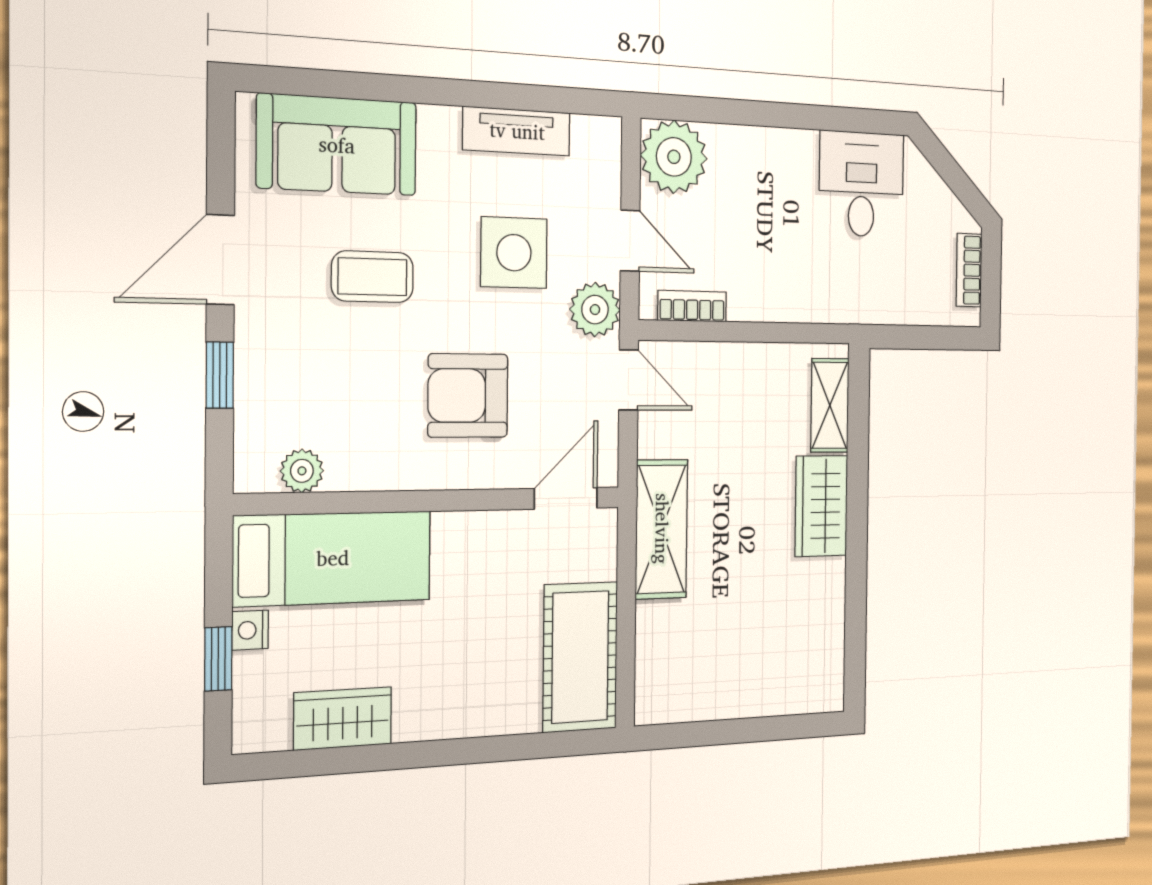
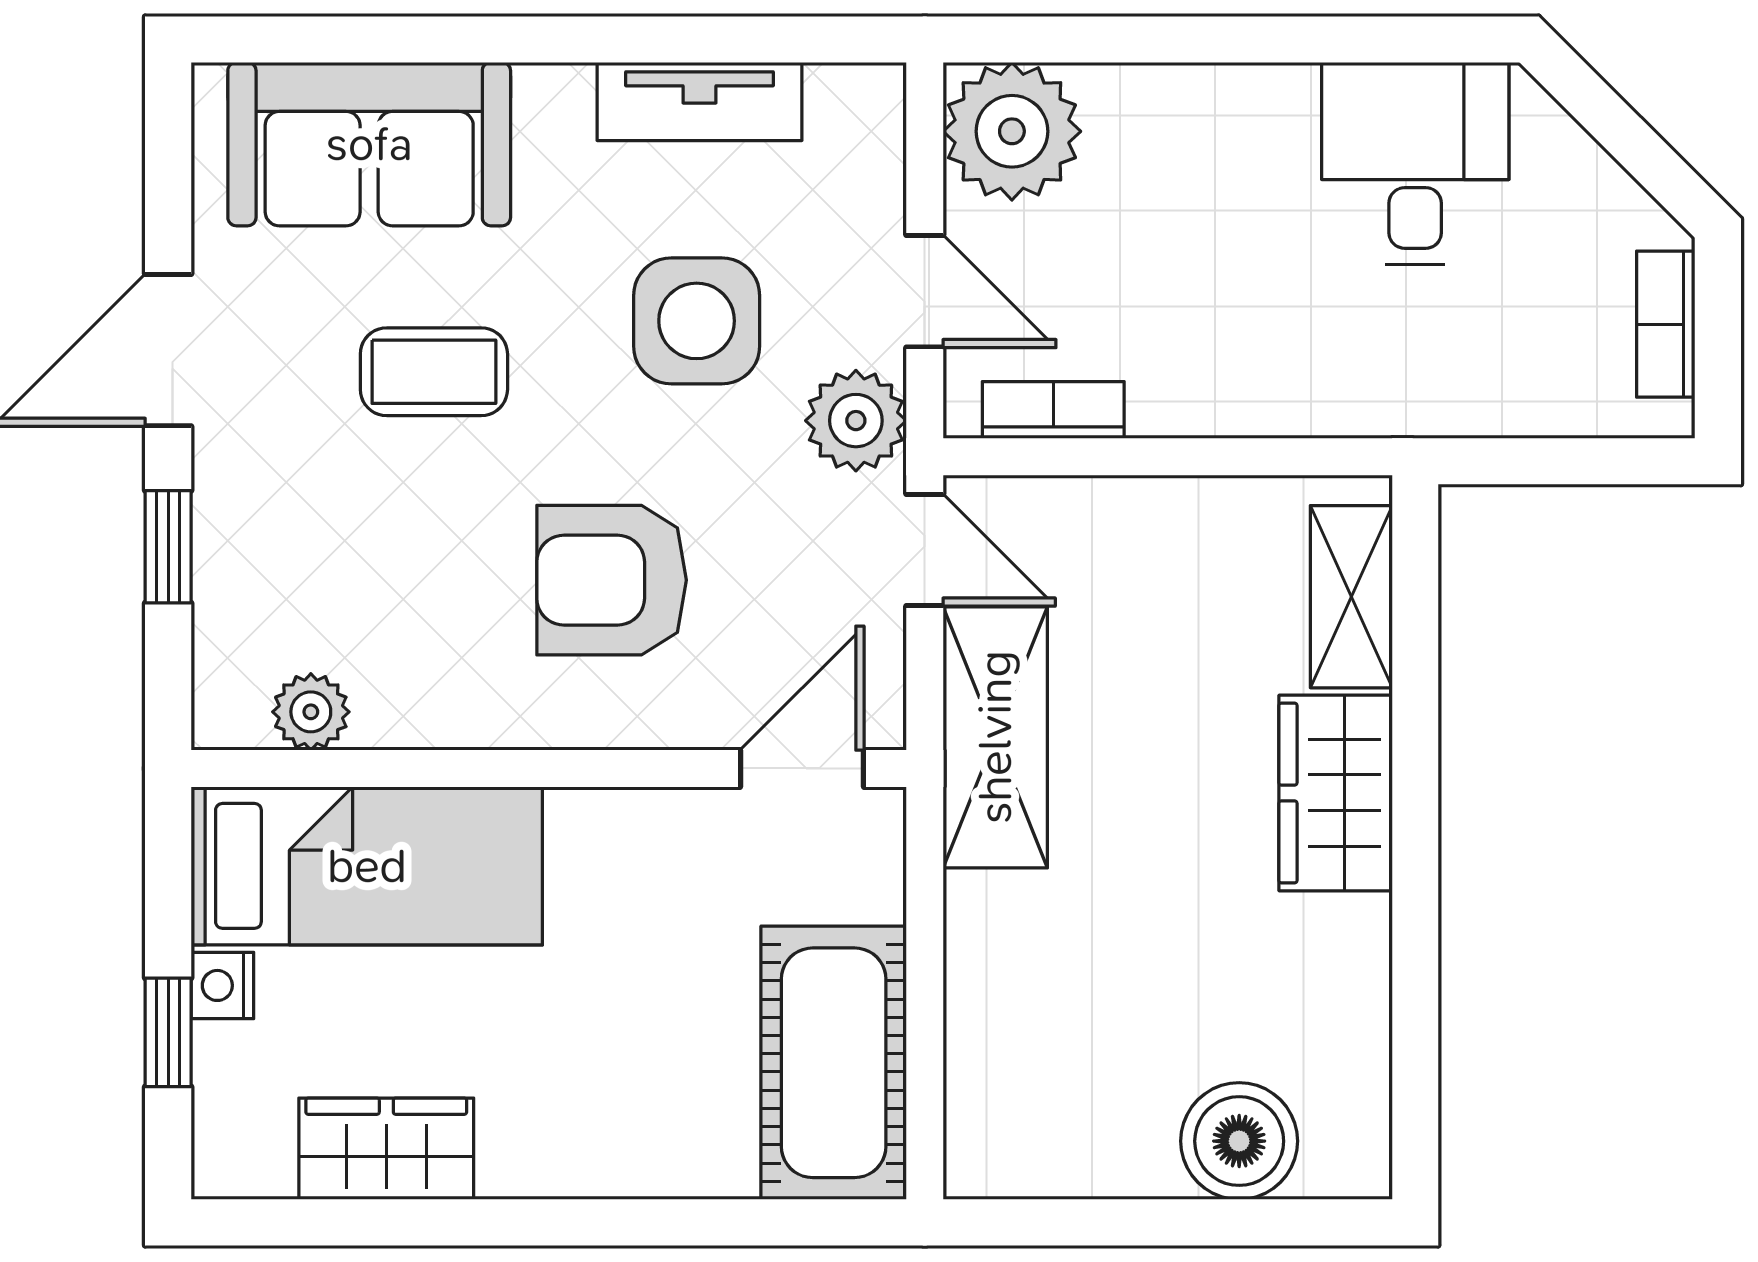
shelving: (662, 529) -> (995, 737), moved
boiler: (775, 686) -> (1239, 1141), added

